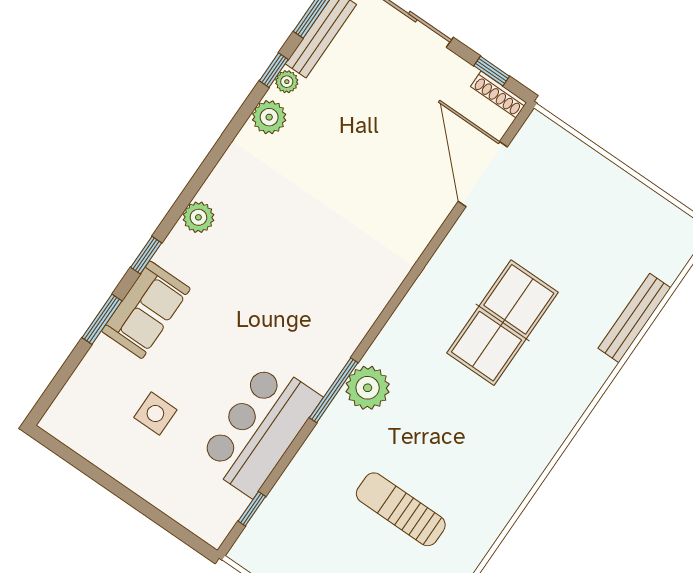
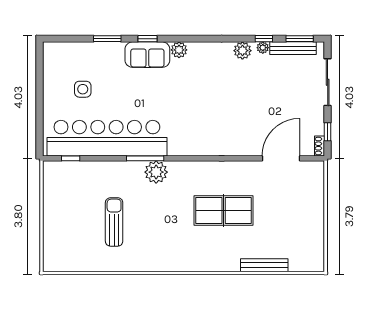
shoe rack: (499, 94) -> (320, 146), width x0.70
sofa: (146, 310) -> (147, 55), moved
bar counter: (260, 429) -> (107, 138), width x1.86

